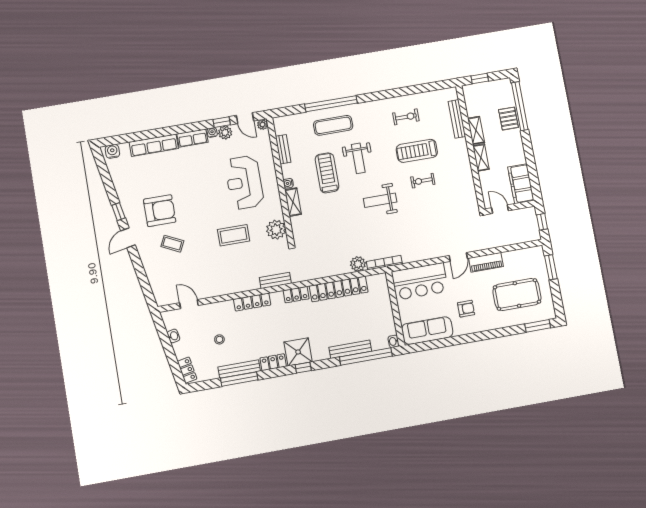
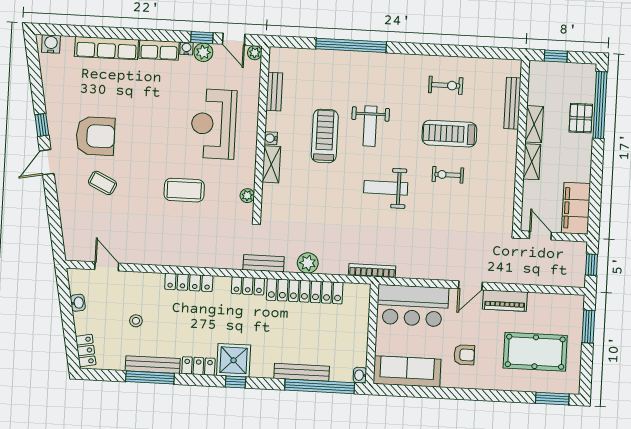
exercise mat: (333, 125) -> (347, 75), removed
plant: (276, 230) -> (247, 196), width x0.53, depth x0.53
plant: (358, 264) -> (308, 263), moved
bench: (275, 280) -> (264, 263), moved

